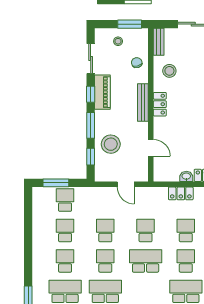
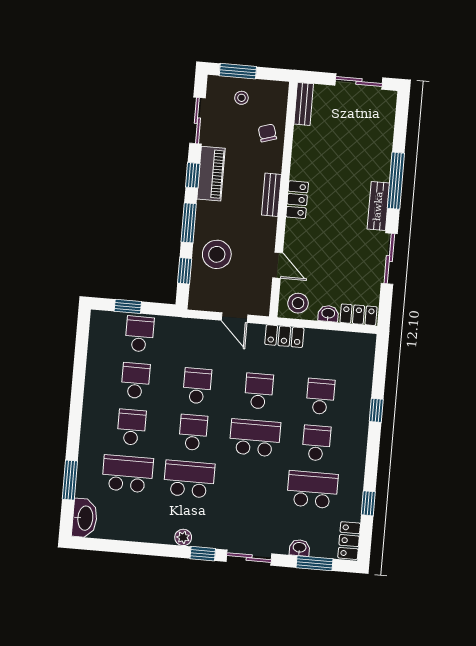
window: (130, 24) -> (238, 71), moved
stool: (169, 71) -> (298, 303), moved
bench: (143, 102) -> (271, 195), width x0.73
window: (56, 183) -> (128, 306), width x0.67
locker: (181, 193) -> (284, 336), moved

